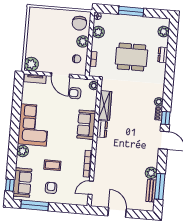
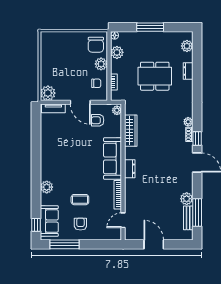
corner sofa: (33, 125) -> (56, 158), removed
sofa: (86, 125) -> (113, 158), width x1.36
dresser: (102, 129) -> (130, 169), moved

